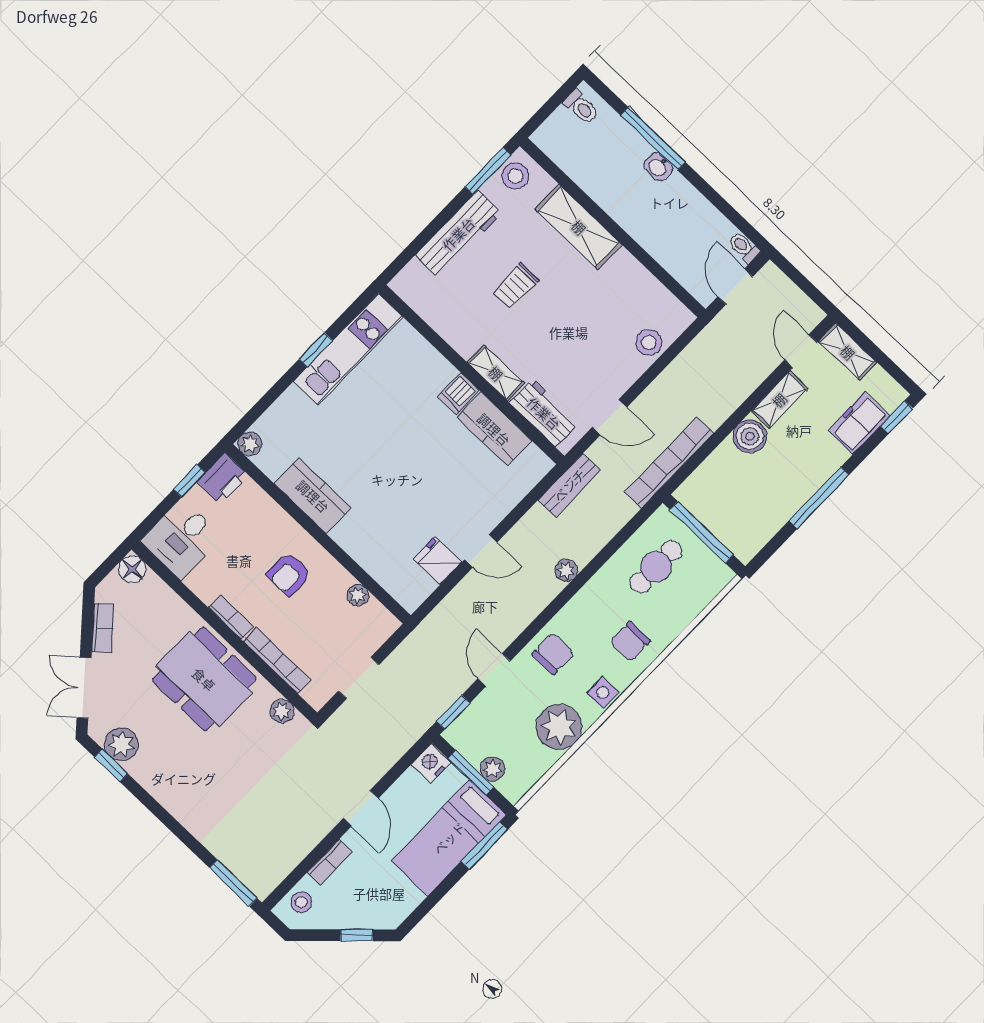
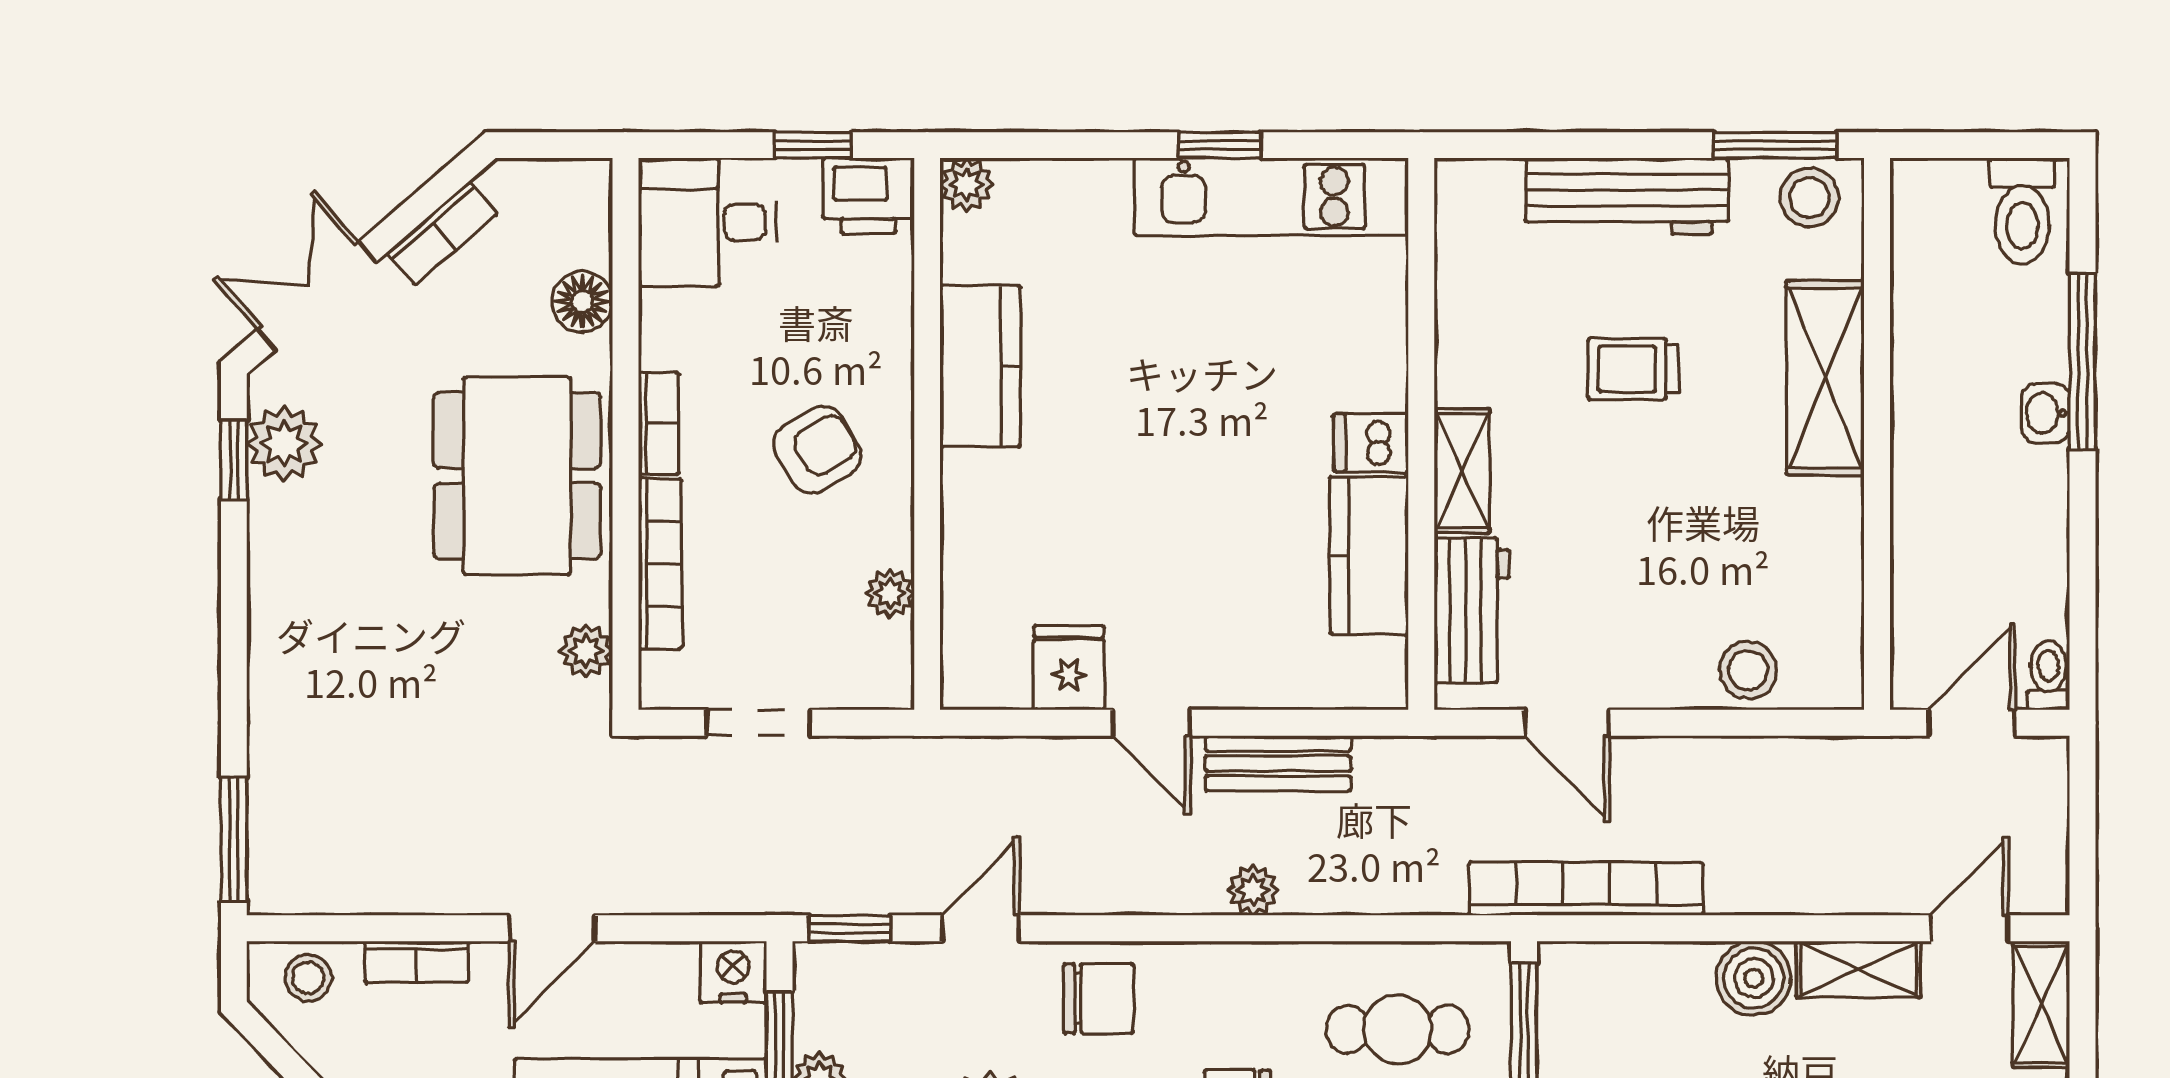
toilet: (581, 107) -> (2022, 211), width x1.37, depth x1.39
bench: (569, 485) -> (1278, 764), moved
floor lamp: (132, 569) -> (582, 302), moved
armchair: (289, 574) -> (817, 450), turned 149

